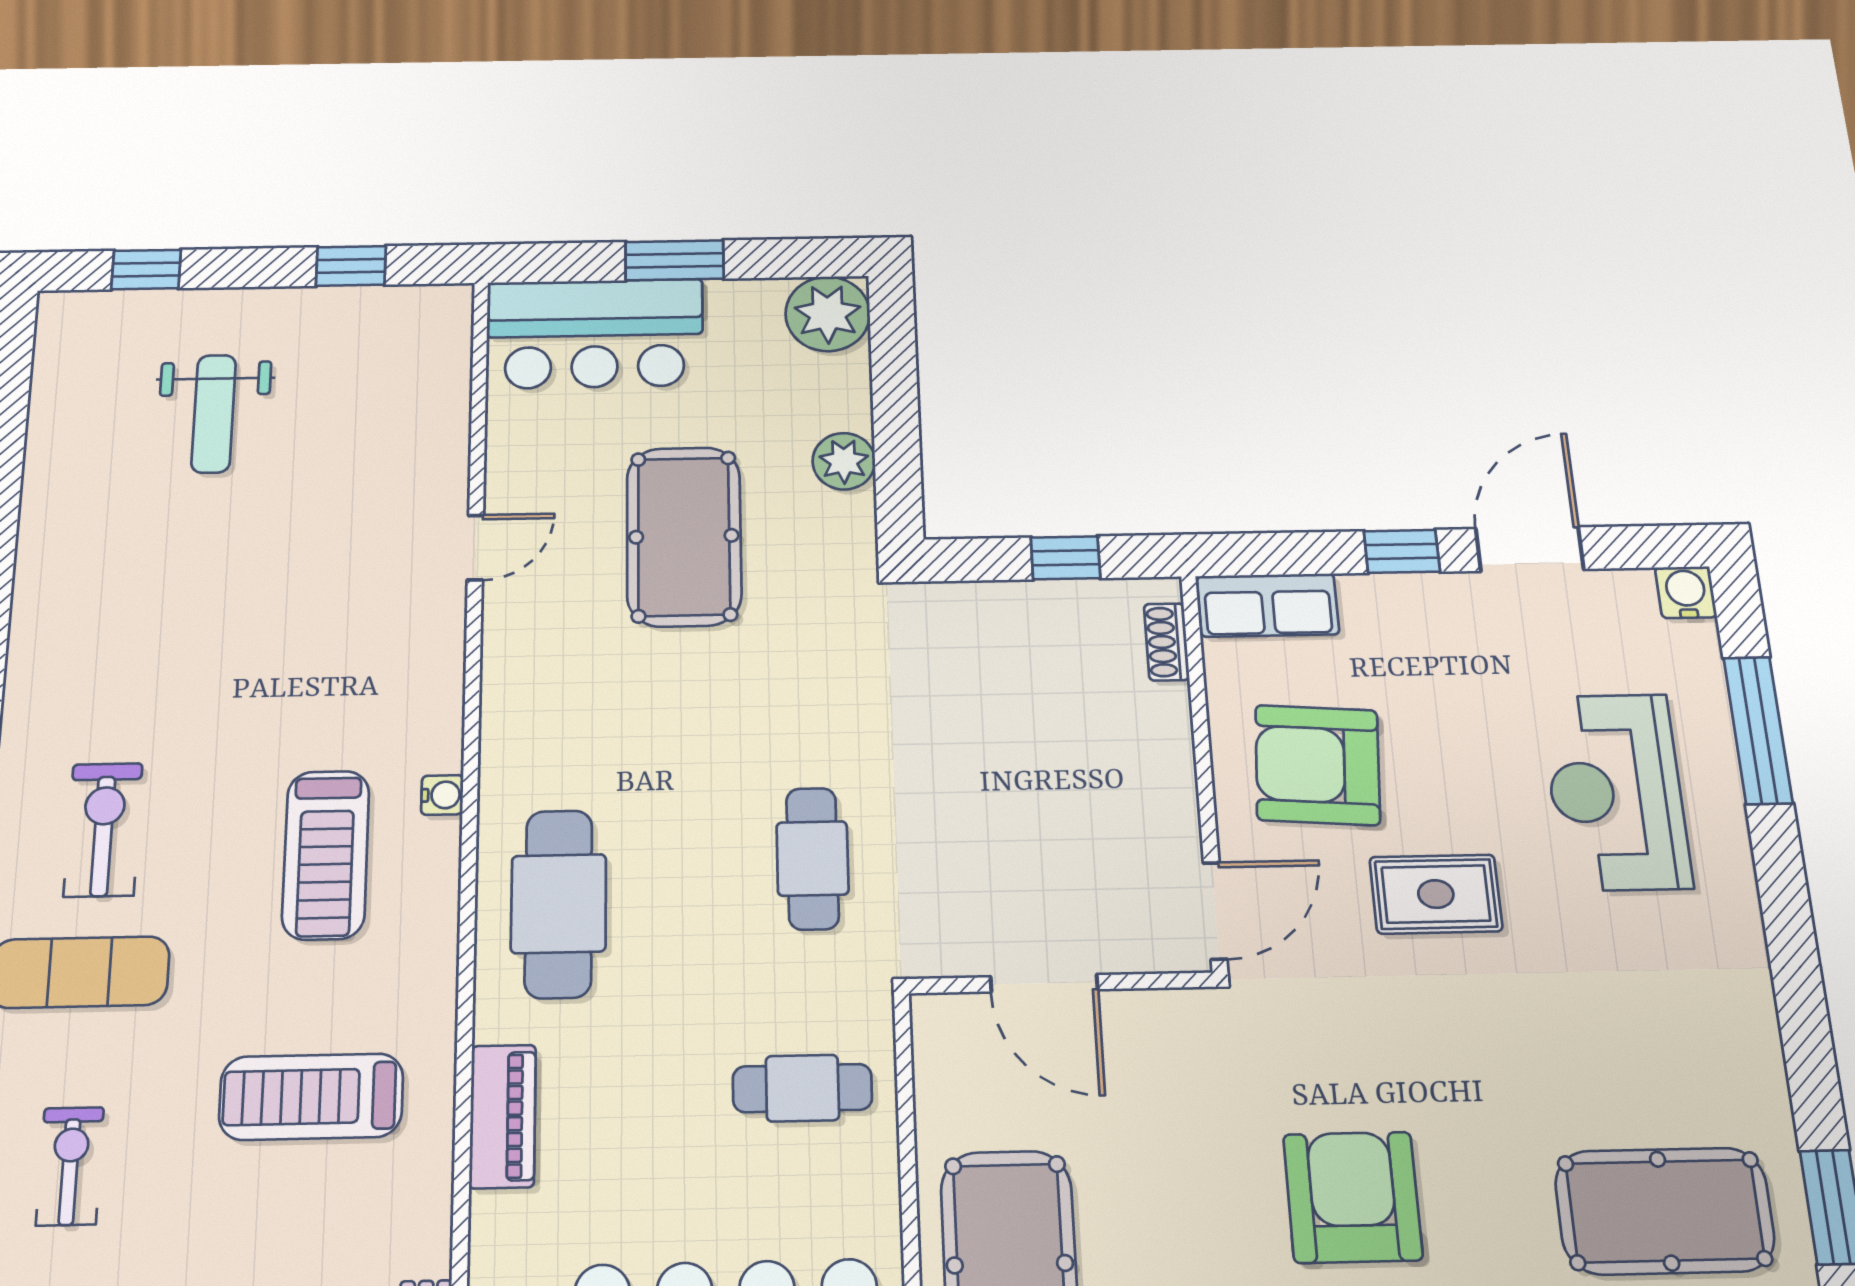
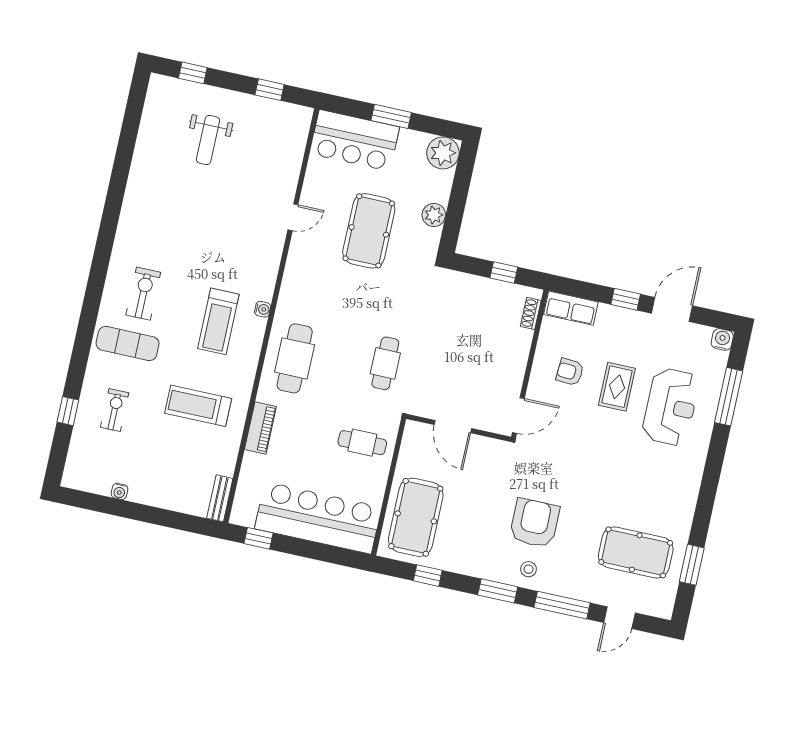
armchair: (1317, 765) -> (570, 372), width x0.53, depth x0.53
reception desk: (1616, 792) -> (671, 407), turned 180
rug: (1436, 894) -> (617, 387), moved, turned 90

